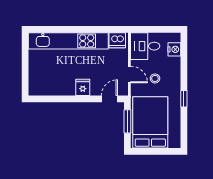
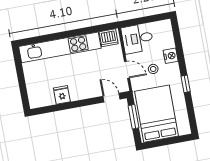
nightstand: (174, 49) -> (171, 56), moved
fridge: (83, 87) -> (62, 95), moved
door: (109, 99) -> (111, 98), hinge flipped

